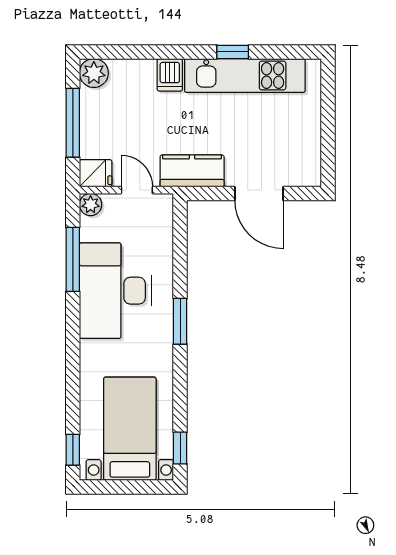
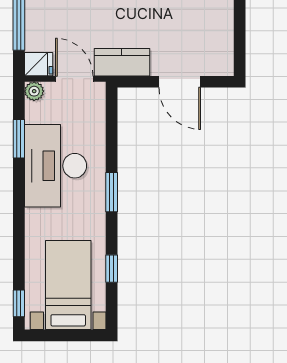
door: (137, 190) -> (74, 79), width x1.38
window: (73, 259) -> (19, 139), width x0.69
window: (180, 448) -> (112, 269), moved

